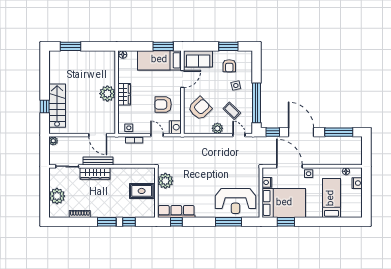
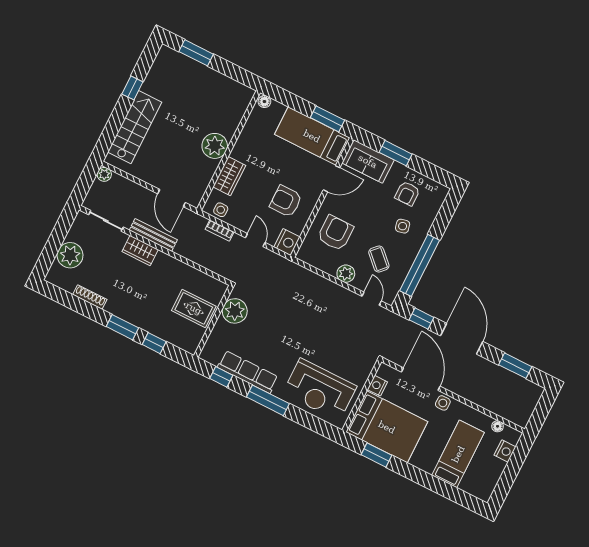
window: (228, 46) -> (396, 153), moved
wardrobe: (124, 94) -> (229, 176), moved
window: (45, 106) -> (132, 88), moved
armchair: (200, 108) -> (335, 233), turned -46
window: (339, 132) -> (515, 366), width x0.69
wardrobe: (95, 174) -> (140, 250), width x0.67
row of seats: (176, 211) -> (248, 372), moved
window: (229, 222) -> (268, 400), moved

